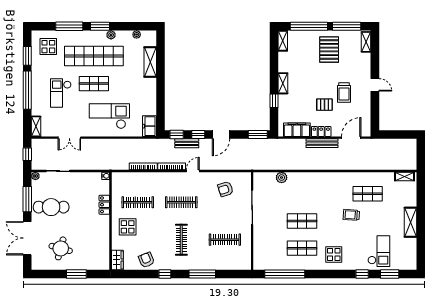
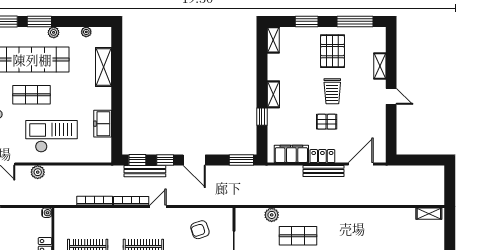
window: (309, 26) -> (307, 21), width x0.47
shelving: (366, 42) -> (380, 66), moved
trolley: (344, 93) -> (332, 91), moved
freezer: (149, 126) -> (103, 124), moved
door: (221, 135) -> (194, 160), hinge flipped
bench: (187, 143) -> (145, 171), width x1.36
plant: (99, 144) -> (38, 172), added
shop shelf: (368, 194) -> (298, 236), moved

